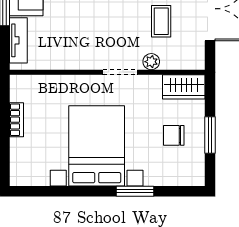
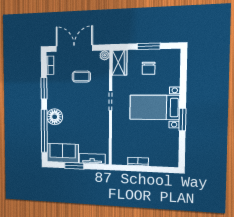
plant: (151, 62) -> (105, 55), moved
bed with nightstands: (97, 146) -> (154, 107), width x0.73
window: (135, 191) -> (182, 120), moved

